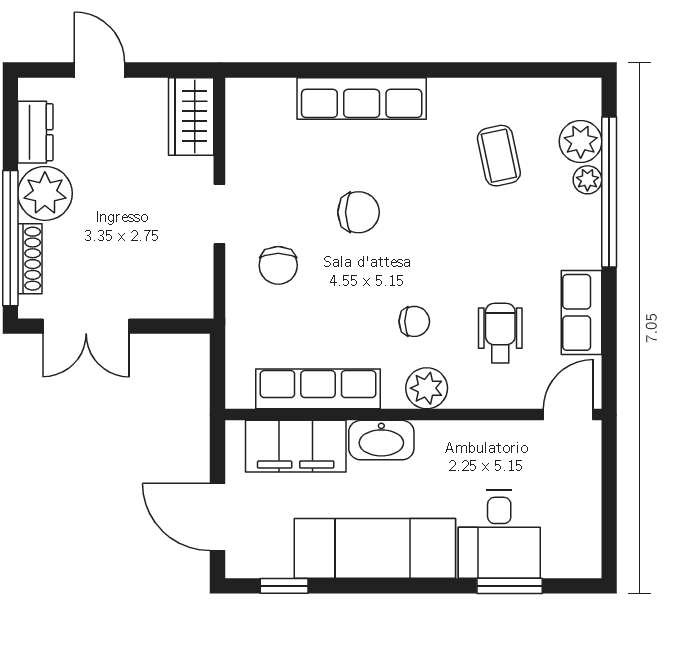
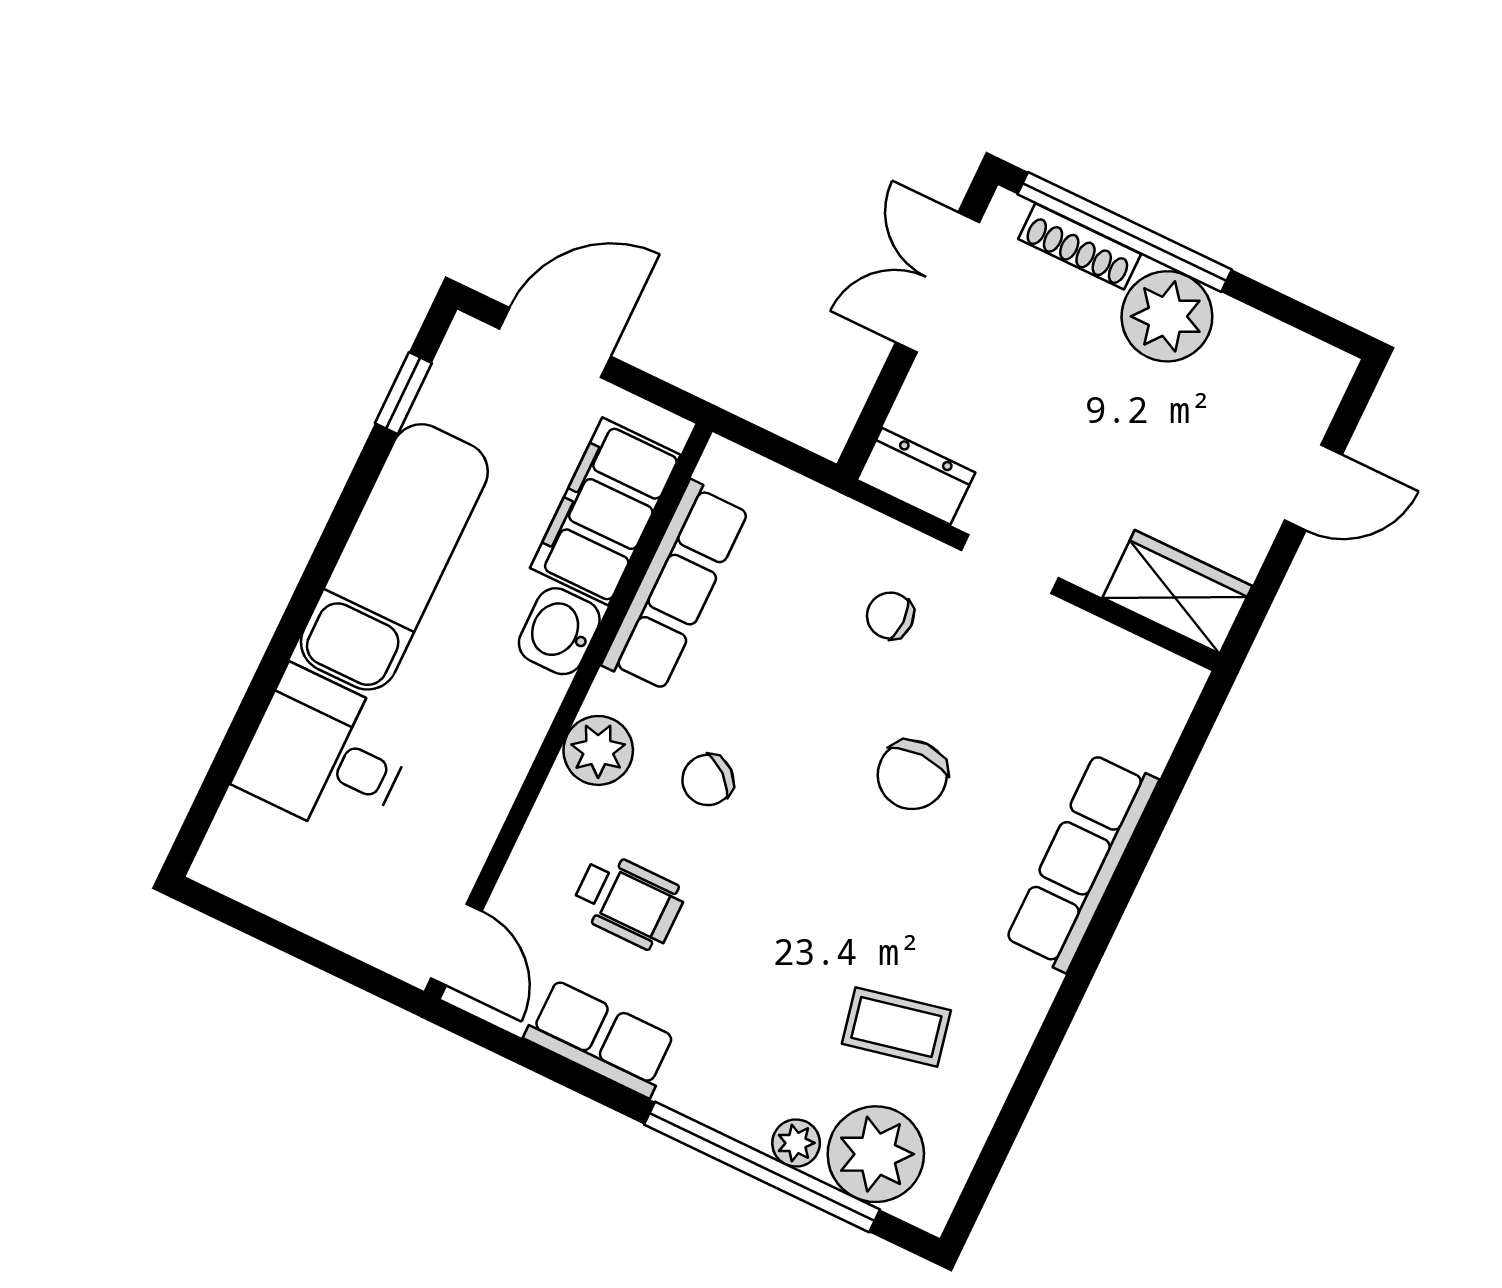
dresser: (35, 132) -> (916, 476), moved, turned 180
plant: (581, 141) -> (876, 1154), width x1.36, depth x1.36
chair: (278, 265) -> (890, 616), width x0.73, depth x0.73
chair: (414, 321) -> (708, 780), turned 40
washbasin: (381, 440) -> (559, 631), width x0.72
window: (510, 586) -> (241, 733), removed

